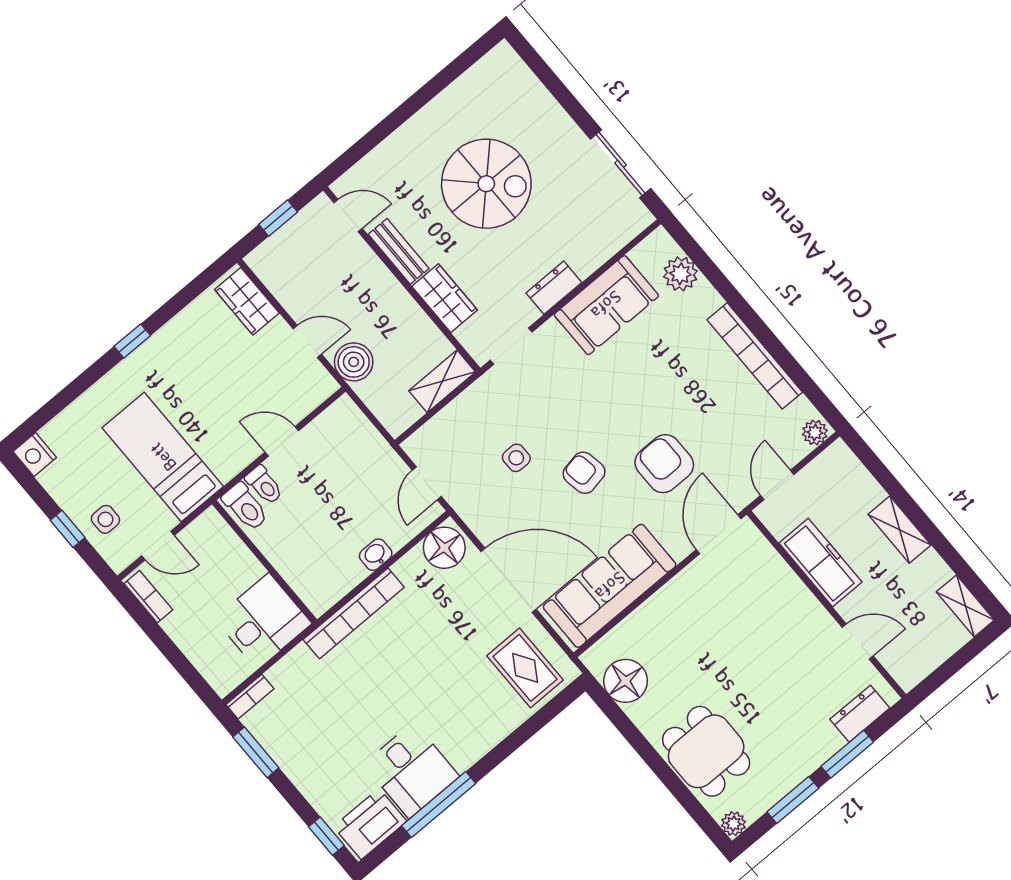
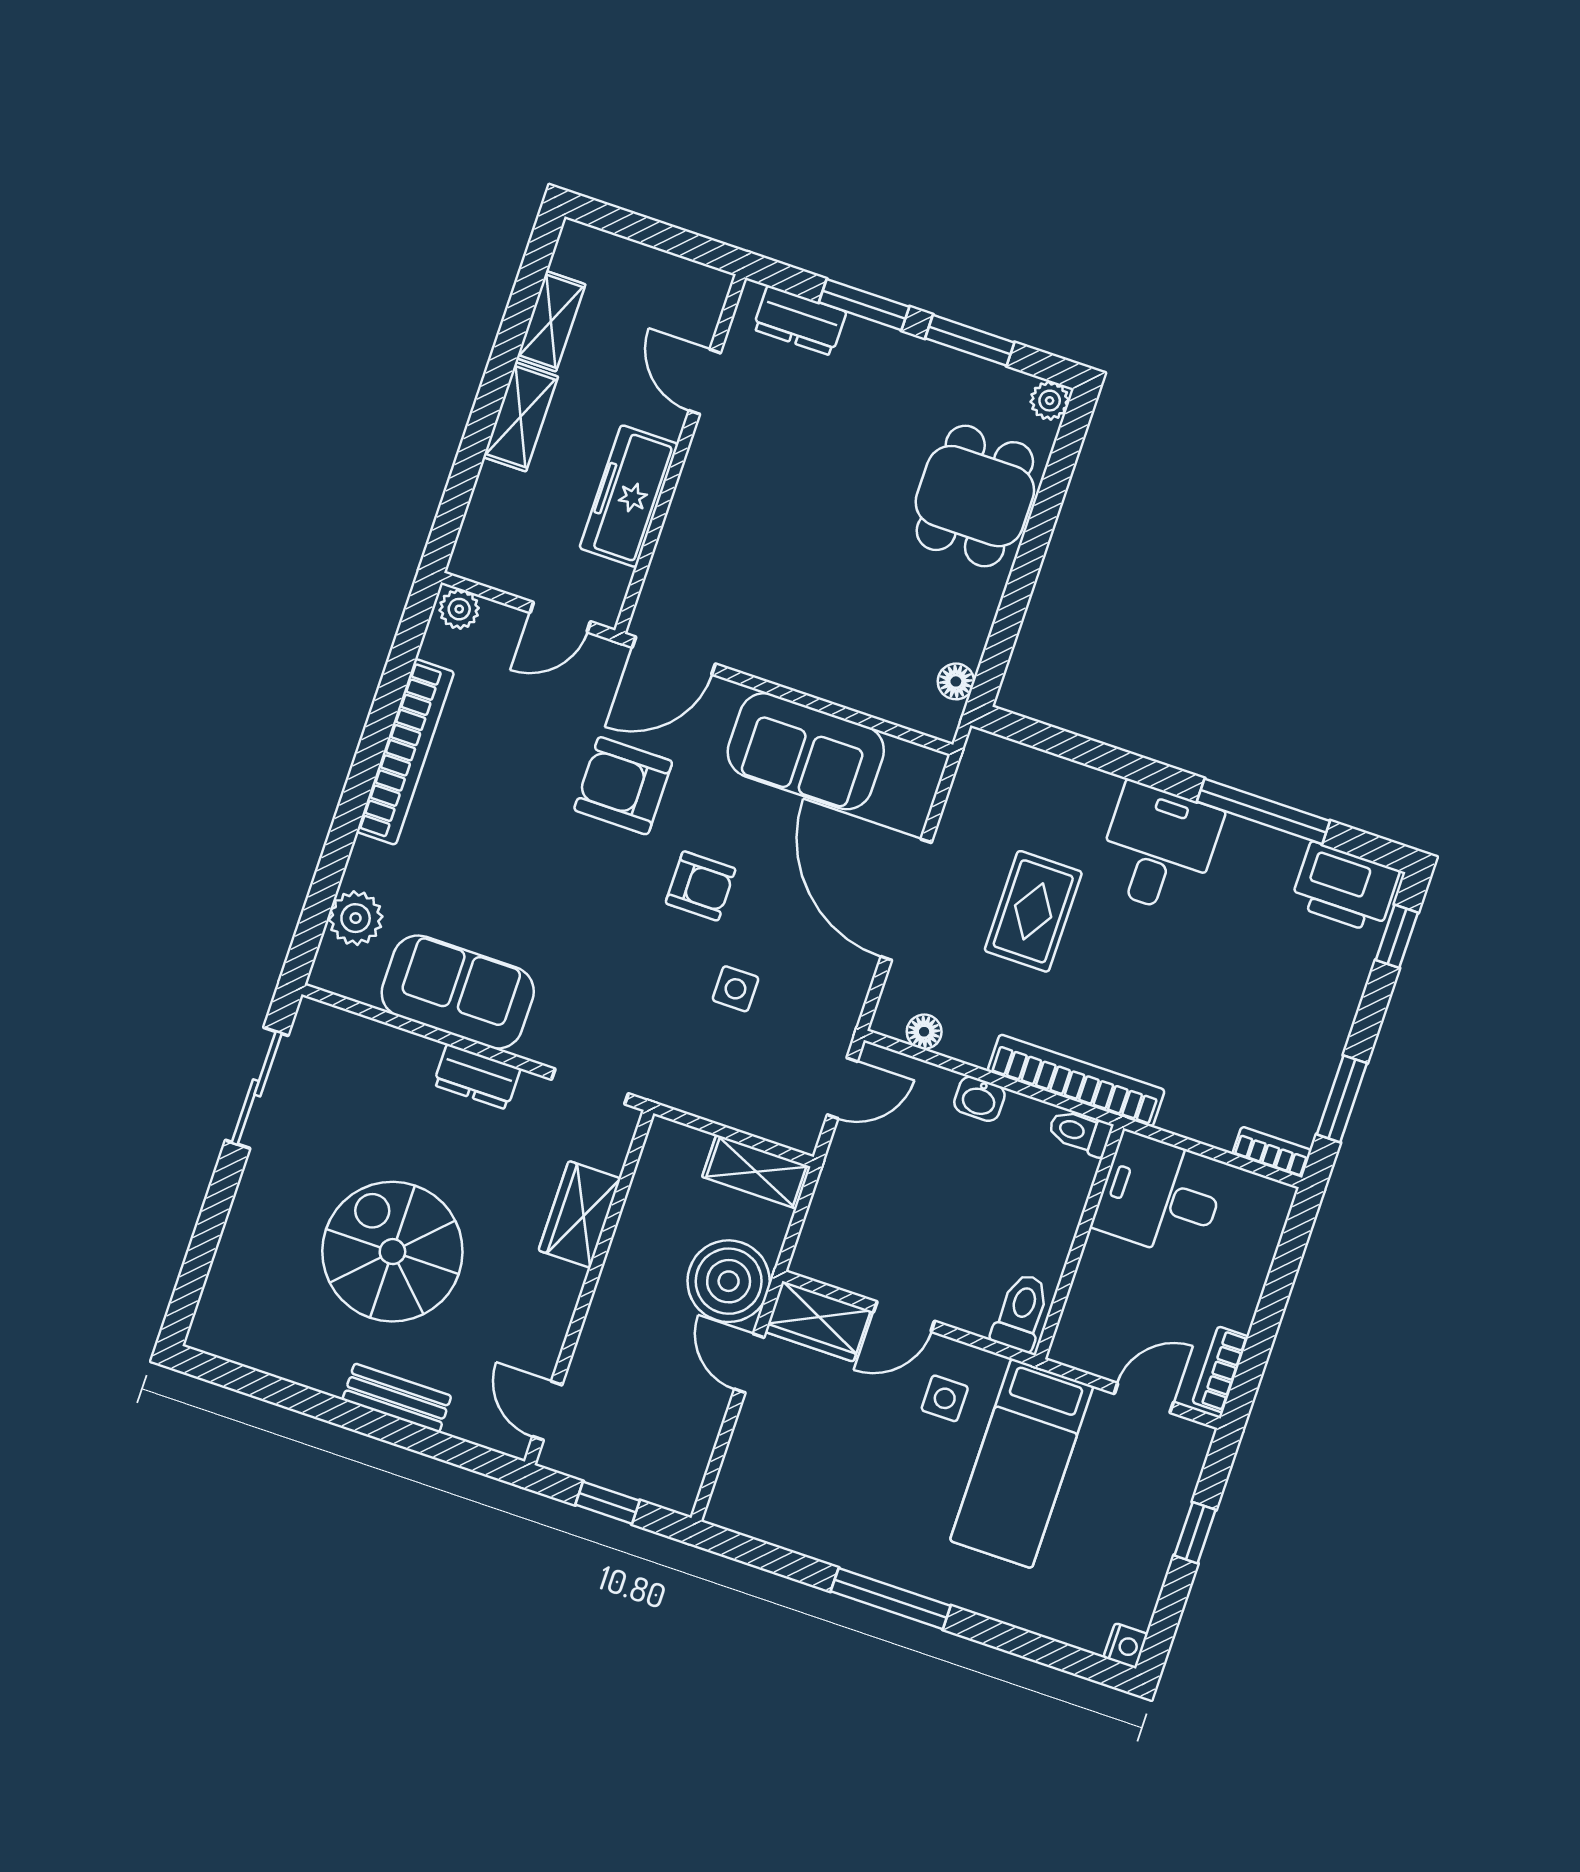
bench: (399, 251) -> (397, 1398), moved, turned 90
wardrobe: (247, 301) -> (818, 1321), moved, turned 90
window: (132, 341) -> (891, 1599), width x2.17
boiler: (354, 362) -> (729, 1281), width x1.37, depth x1.37
shelving: (442, 381) -> (756, 1172), moved
door: (282, 441) -> (904, 1317), hinge flipped
nightstand: (35, 455) -> (1126, 1646), width x0.72, depth x0.74
armchair: (664, 464) -> (623, 786), turned 90
armchair: (584, 473) -> (701, 886), turned -80
toilet: (264, 485) -> (1080, 1132), moved, turned -90
side table: (105, 519) -> (945, 1398), moved
door: (158, 545) -> (1144, 1398), hinge flipped
floor lamp: (444, 548) -> (924, 1032), width x0.53, depth x0.53
sofa: (610, 586) -> (806, 751), width x0.73
shelving: (965, 606) -> (551, 321), moved
rug: (525, 668) -> (1033, 911), moved
floor lamp: (626, 681) -> (956, 681), width x0.53, depth x0.53
desk: (411, 770) -> (1158, 848), moved

